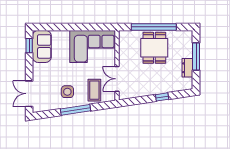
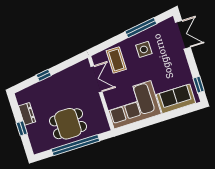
sofa: (42, 46) -> (176, 99), moved, turned 90
dining table: (154, 48) -> (68, 124), turned 90
window: (196, 57) -> (22, 128), width x0.46
window: (76, 110) -> (141, 28), moved

